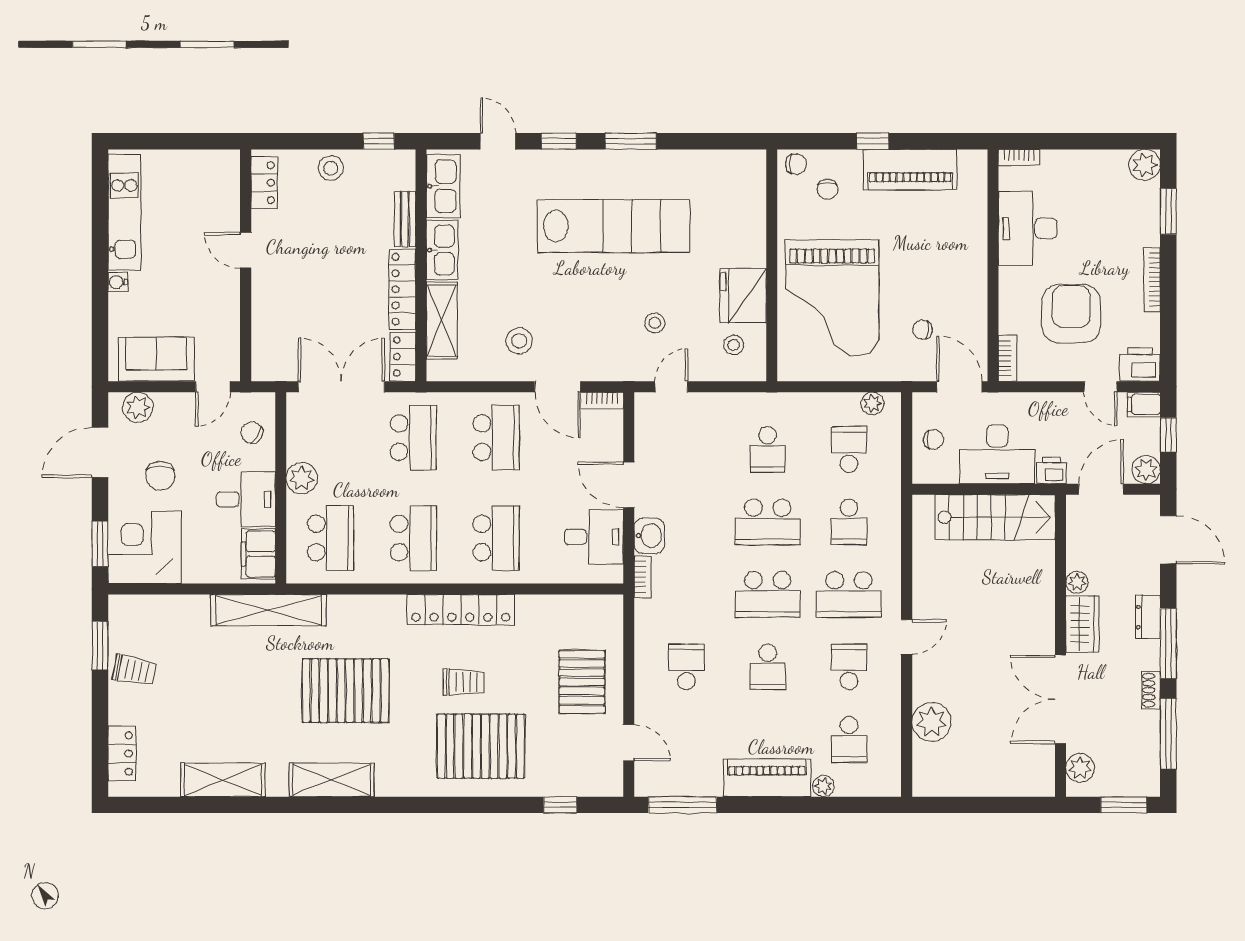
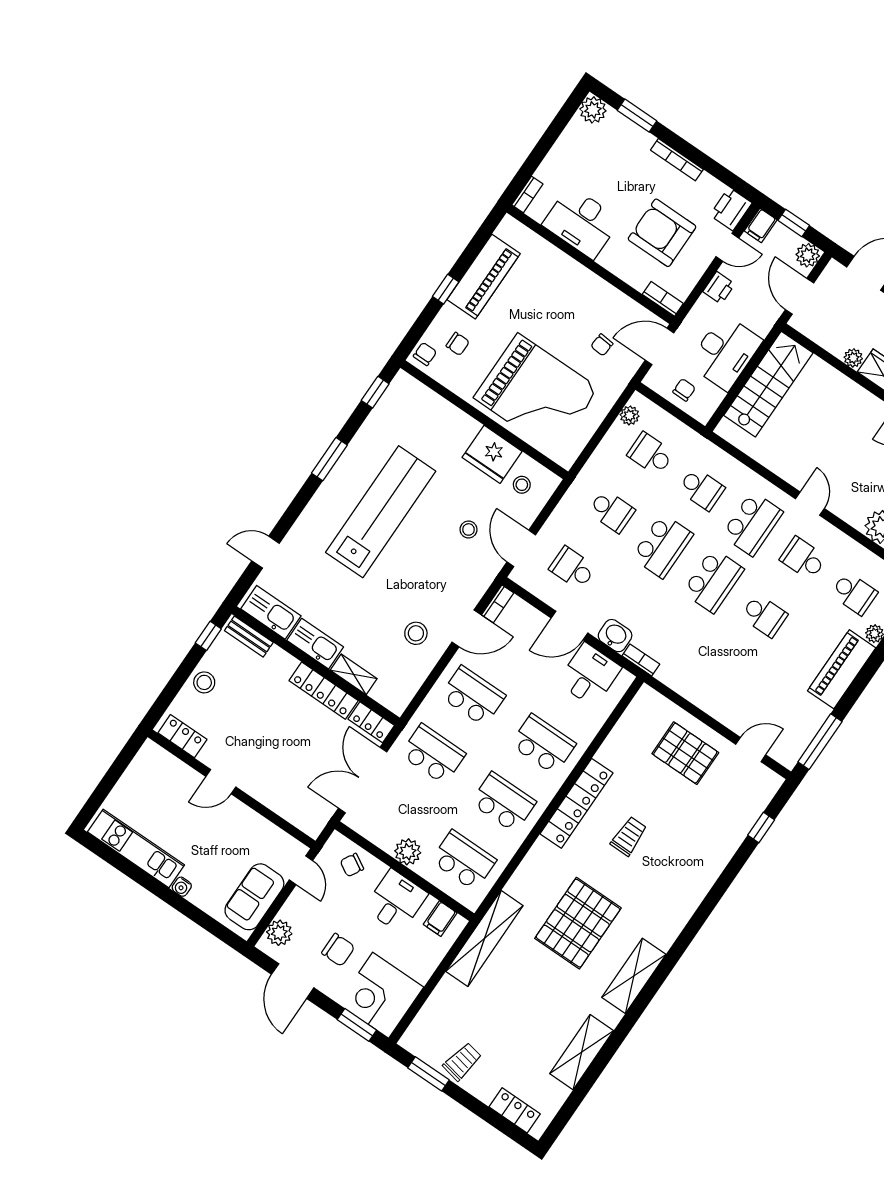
window: (559, 141) -> (375, 392), moved
bench: (405, 219) -> (249, 636), moved
shelving: (442, 321) -> (354, 674), width x0.67, depth x0.75
door: (671, 387) -> (521, 548), width x1.38
printer: (1051, 471) -> (719, 288), moved, turned 180
filing cabinet: (258, 554) -> (440, 919), width x0.50
school desk: (686, 667) -> (572, 568), moved
pallet: (481, 746) -> (682, 855), removed

